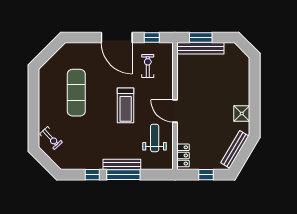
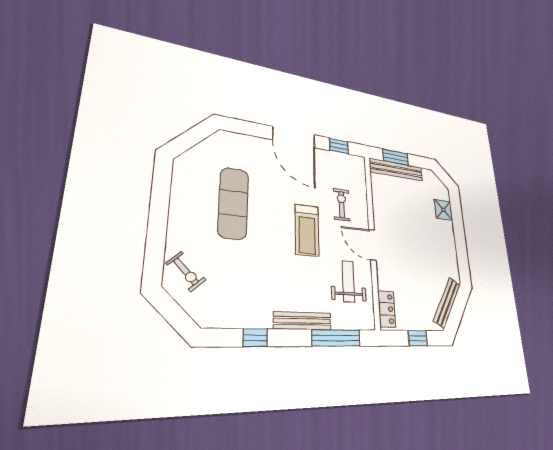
exercise bike: (148, 66) -> (342, 205), moved
shower: (242, 114) -> (443, 210), moved
window: (123, 175) -> (336, 338), moved

